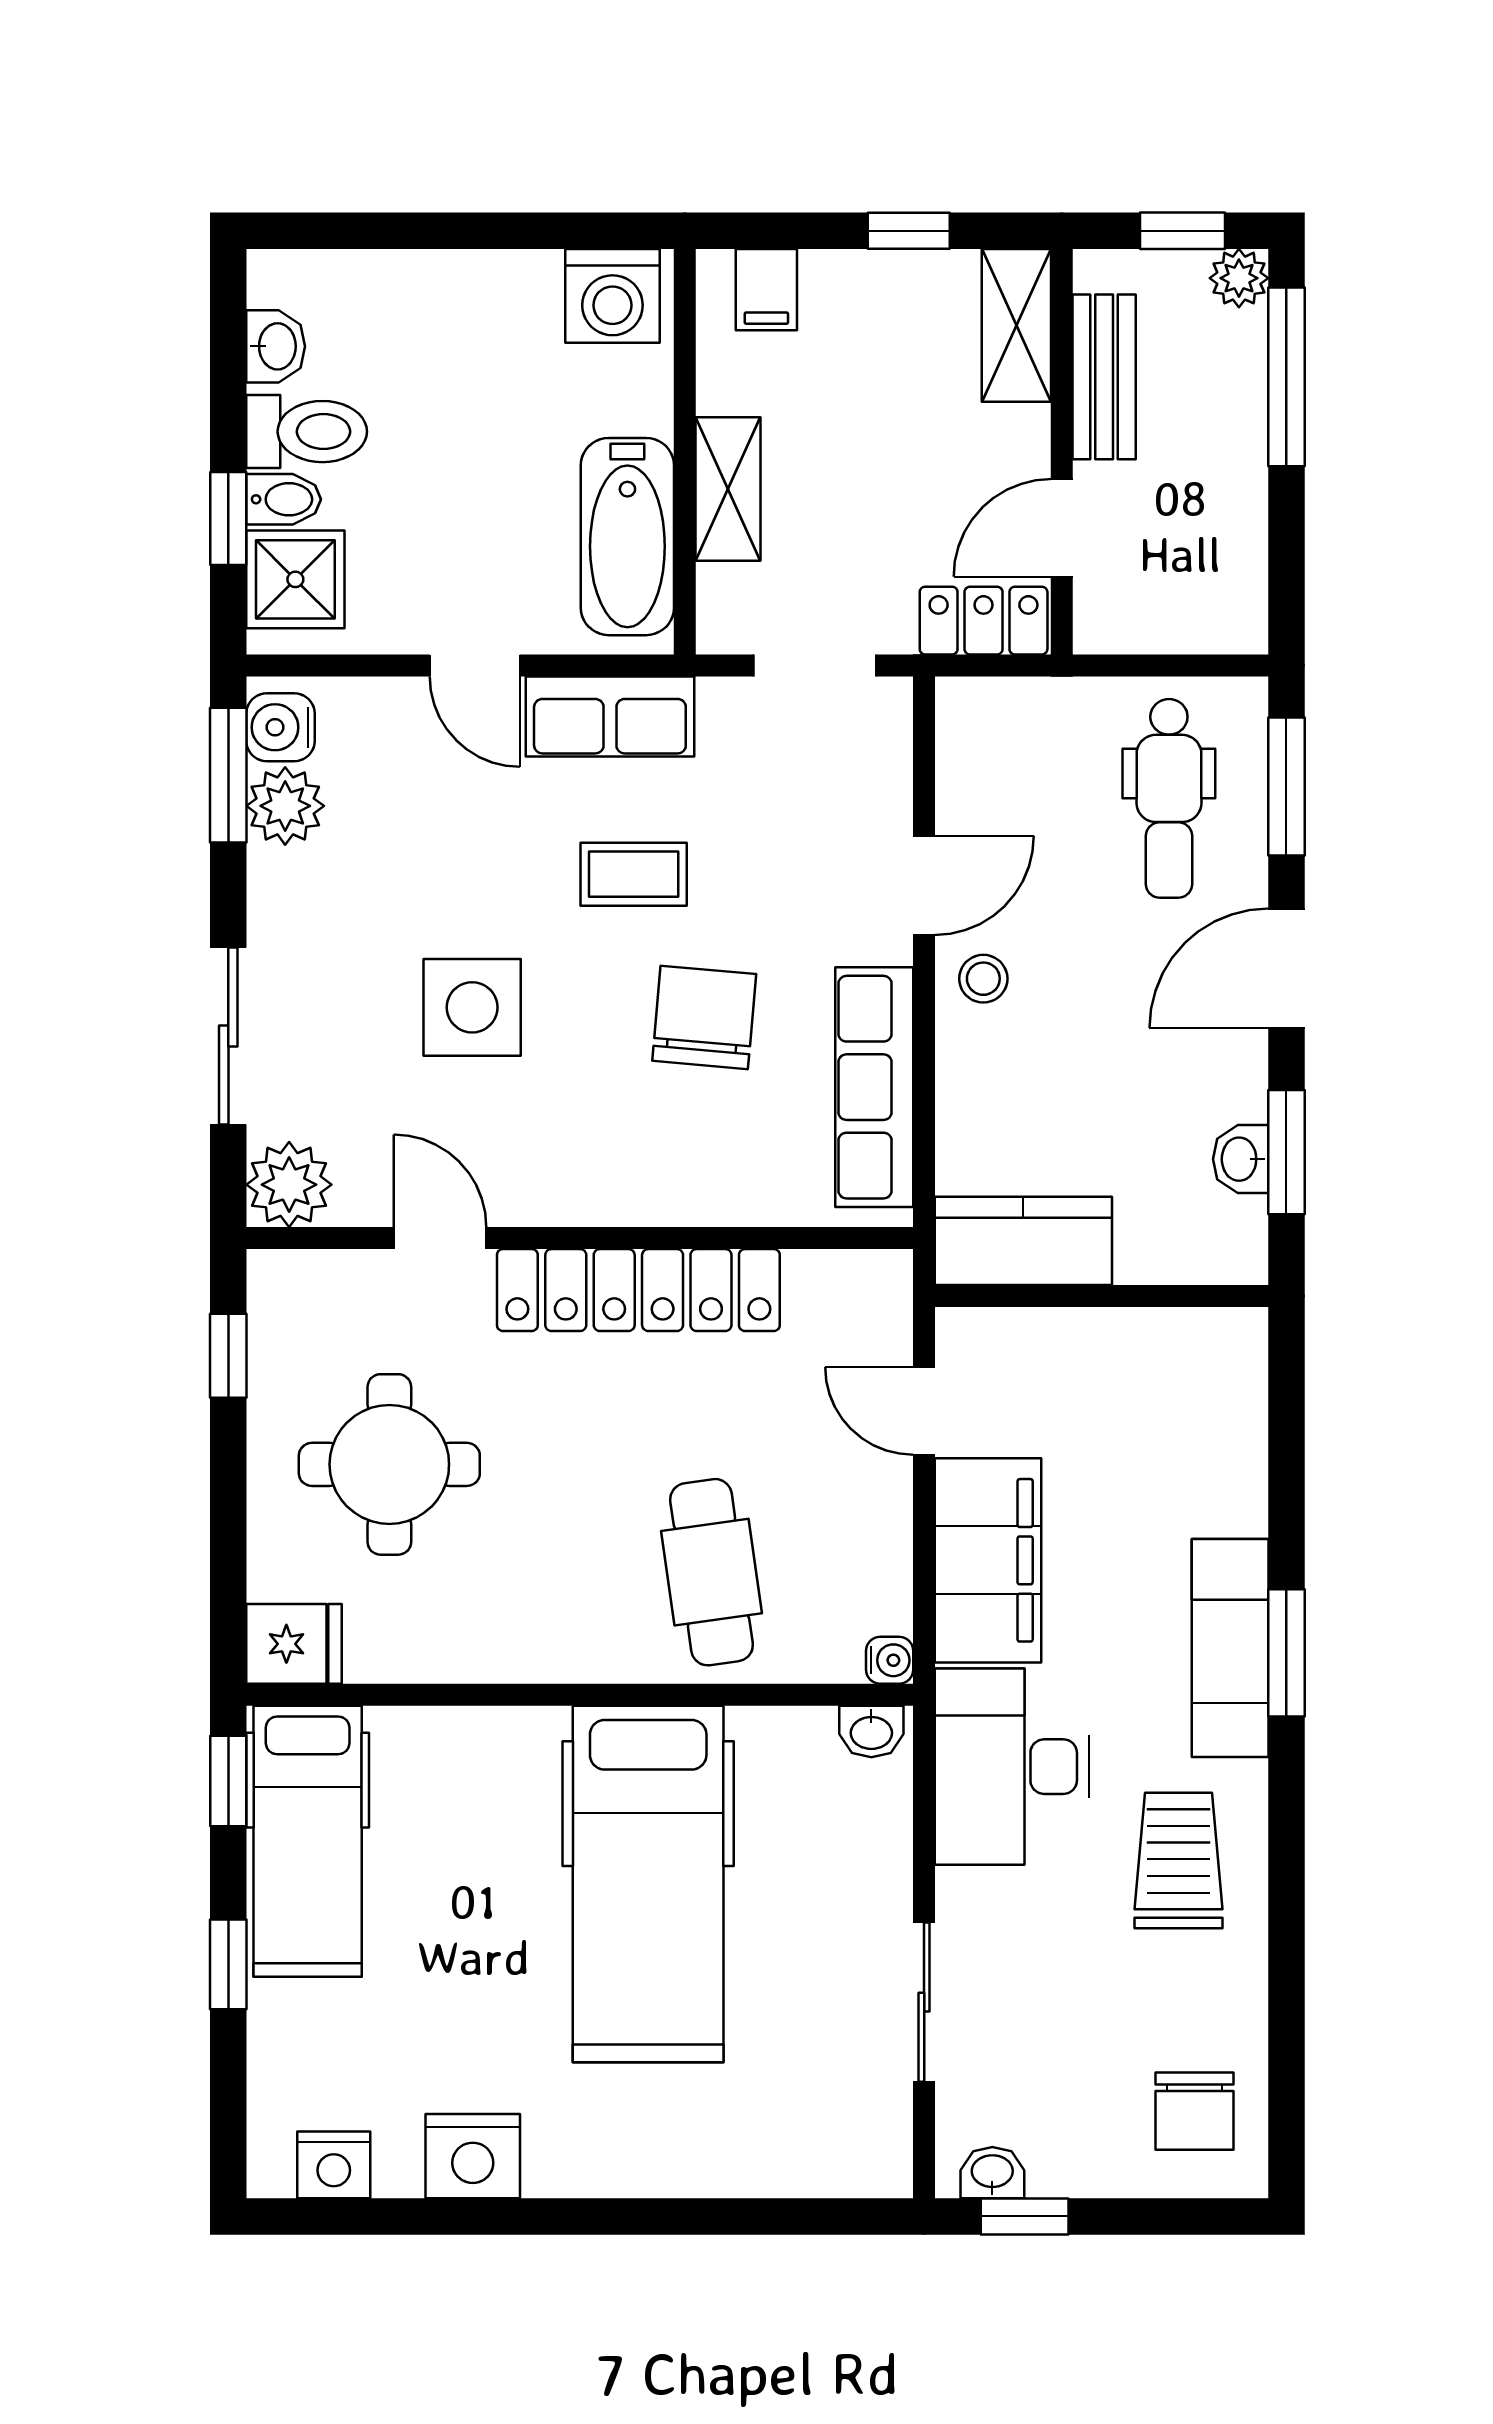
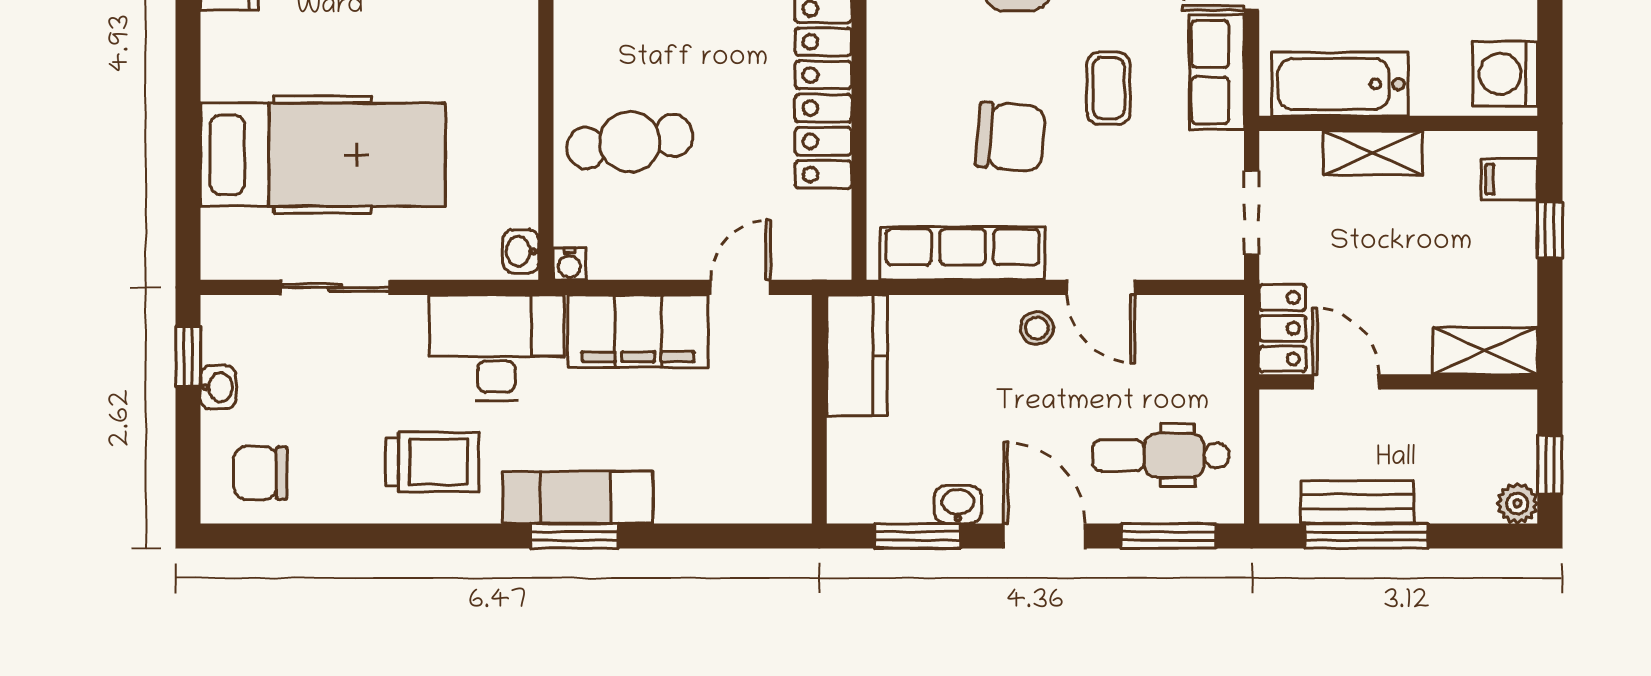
window: (909, 231) -> (1550, 230), moved
bench: (1104, 377) -> (1357, 502), moved
window: (1286, 377) -> (1366, 536), moved
washbasin: (1241, 1159) -> (958, 505), moved
hospital bed: (648, 1884) -> (323, 155), moved, turned 180
washbasin: (992, 2173) -> (218, 387), moved

